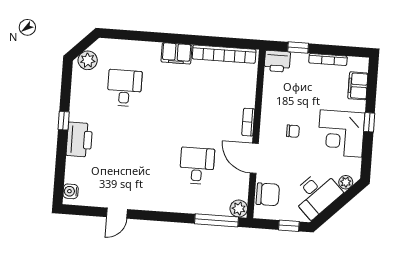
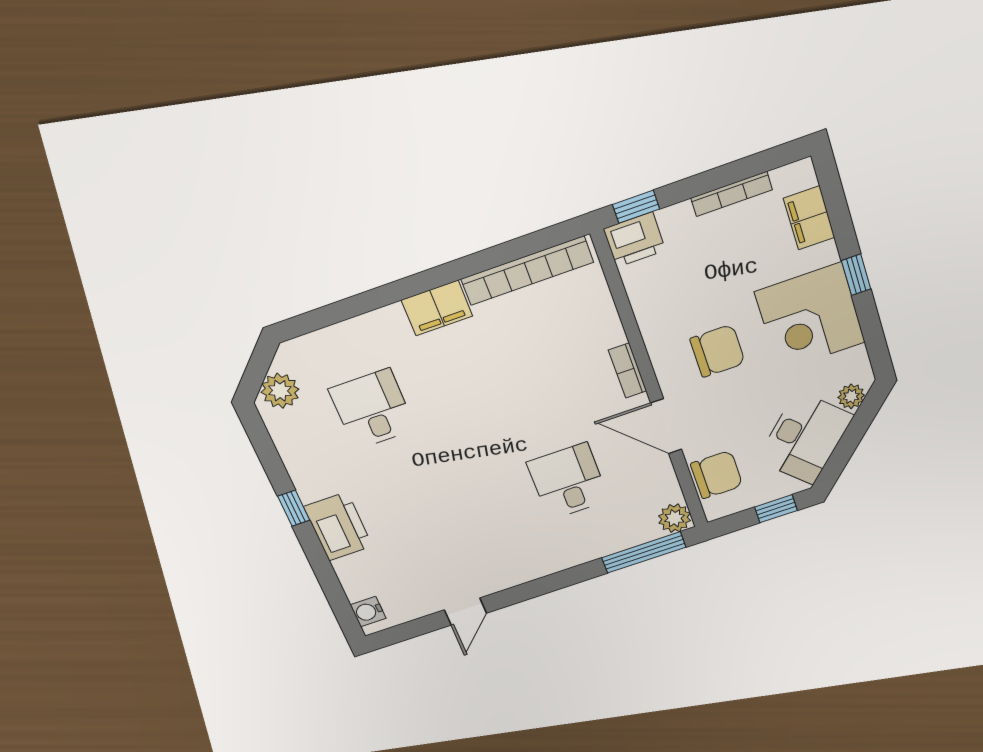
window: (298, 48) -> (636, 207), moved
chair: (293, 131) -> (717, 351), width x1.87, depth x1.87

